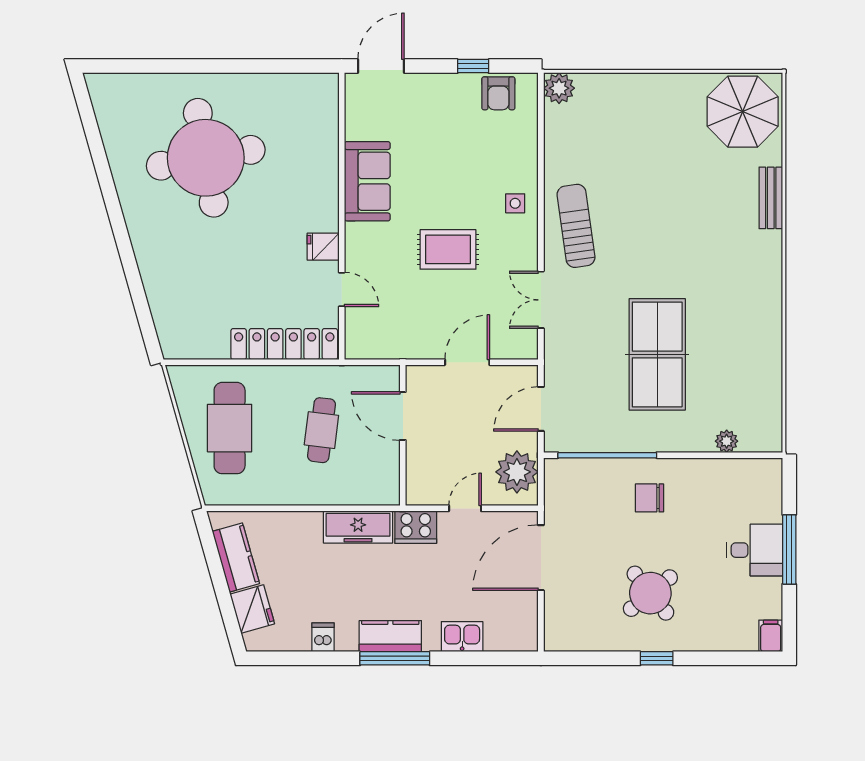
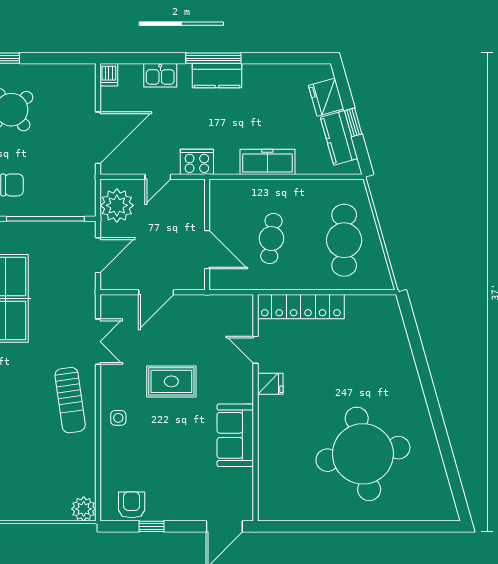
freezer: (358, 527) -> (267, 162), moved
window: (218, 577) -> (353, 122), added
dishwasher: (323, 637) -> (109, 75), moved

